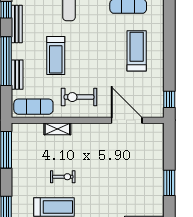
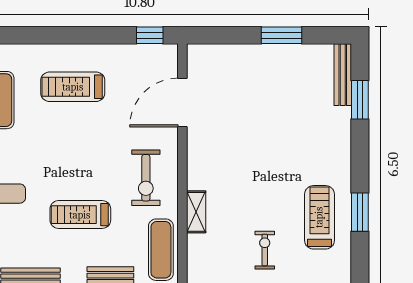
treadmill: (56, 56) -> (80, 215), turned 180
exercise bike: (63, 177) -> (265, 250), moved

